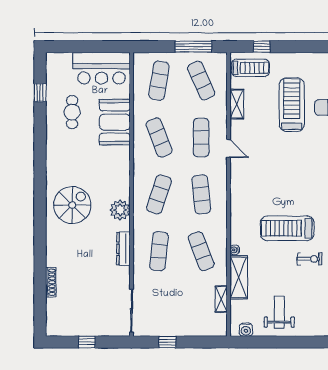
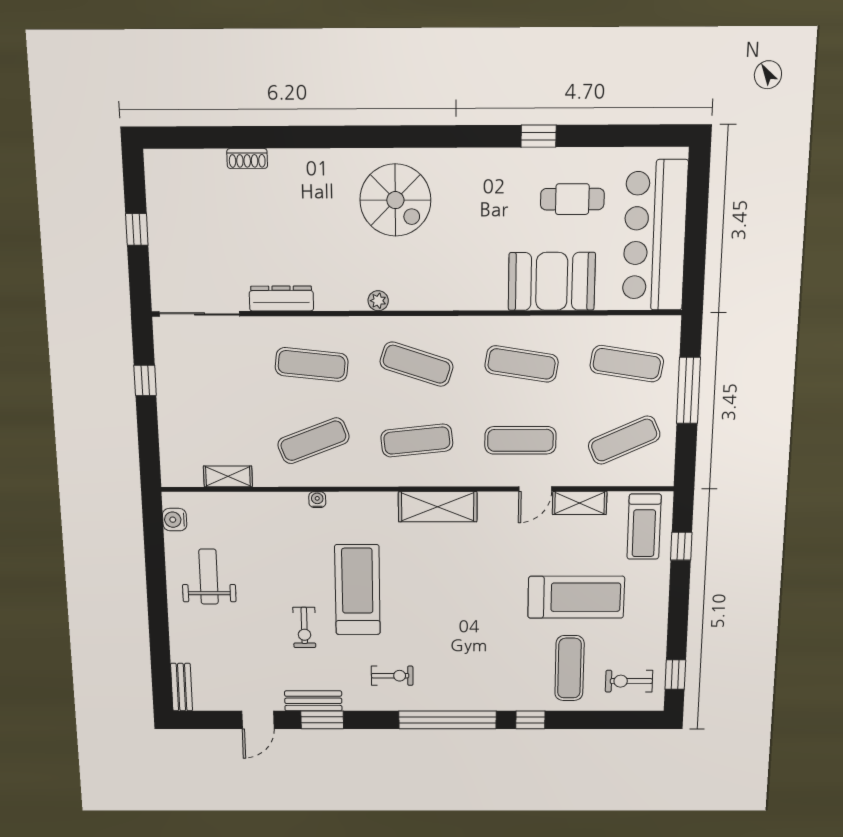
window: (194, 47) -> (688, 391), moved
bar counter: (101, 68) -> (655, 236), width x1.36
window: (40, 93) -> (539, 136), moved
exercise mat: (159, 137) -> (522, 364), turned 30
door: (229, 149) -> (535, 489), moved
plant: (120, 210) -> (378, 301), width x0.53, depth x0.53
dresser: (123, 249) -> (281, 299), moved
shelving: (239, 277) -> (438, 507), moved
shoe rack: (51, 282) -> (247, 158), width x0.70
weight bench: (279, 312) -> (209, 577), turned -90

